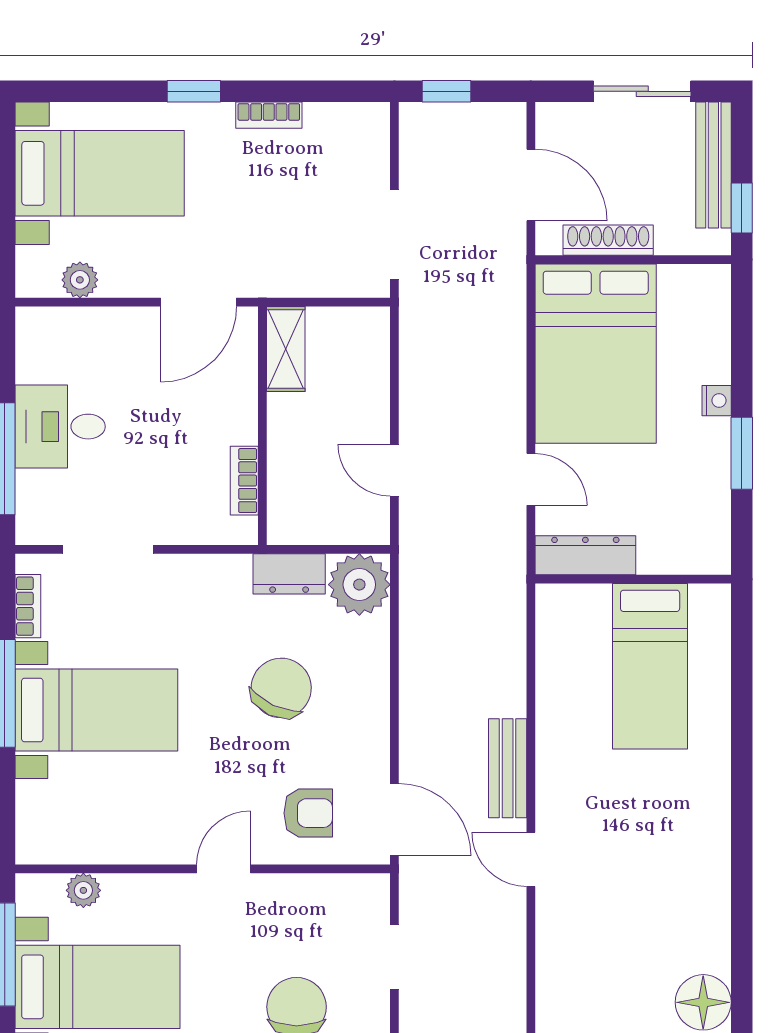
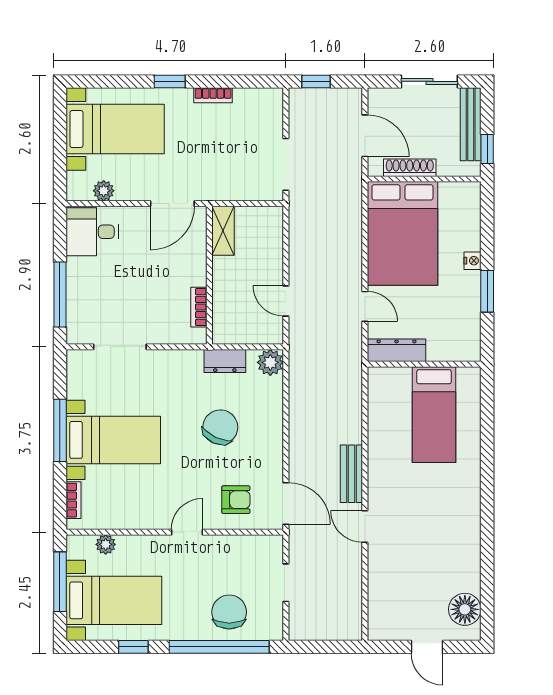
desk: (60, 427) -> (92, 232), moved
plant: (359, 585) -> (270, 362), width x0.73, depth x0.73
bookcase: (28, 606) -> (74, 500), moved

